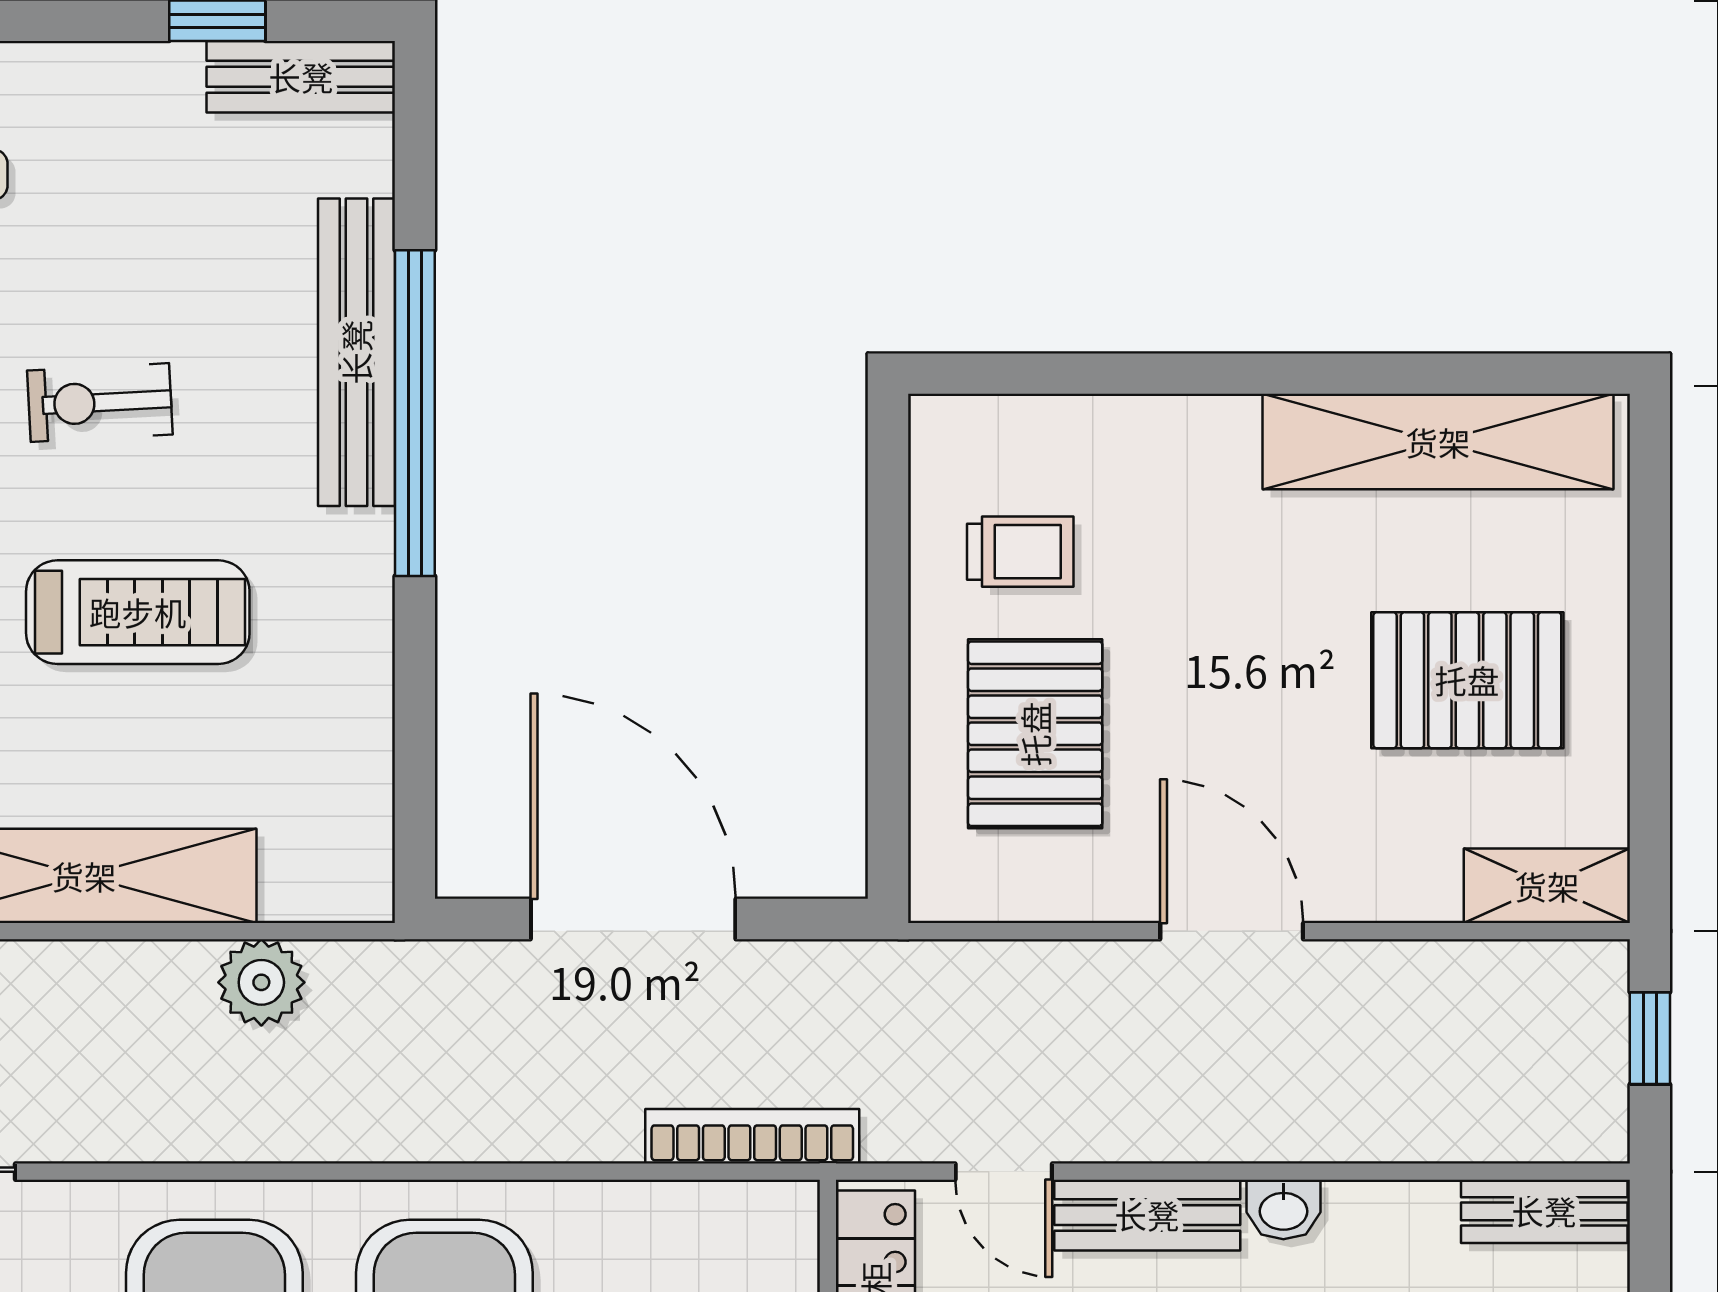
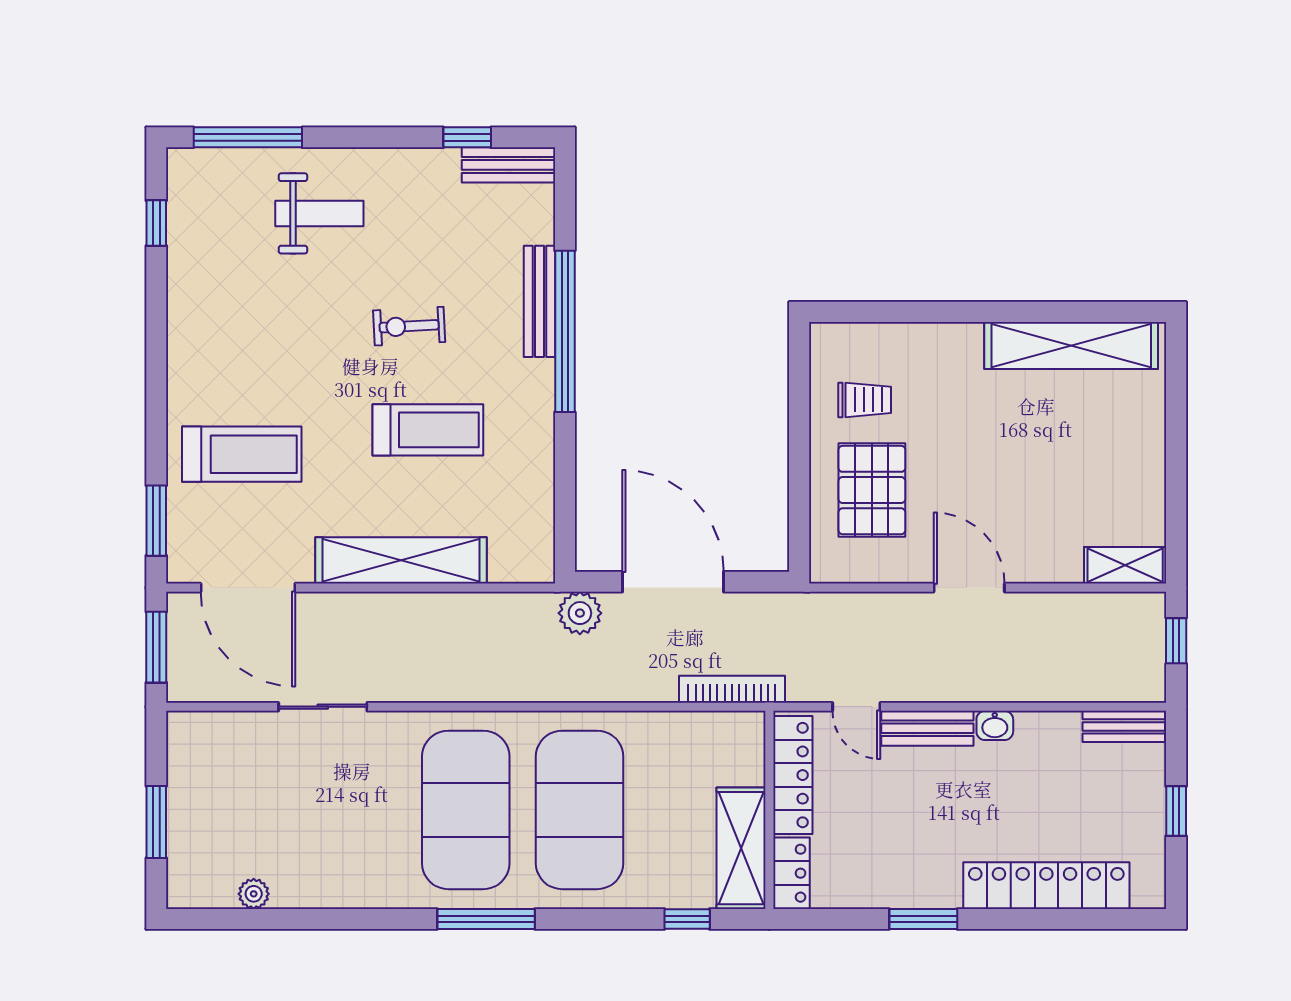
bench: (356, 352) -> (539, 301), width x0.73, depth x0.82
pallet: (1467, 680) -> (1086, 464), removed
plant: (261, 982) -> (580, 613), moved

